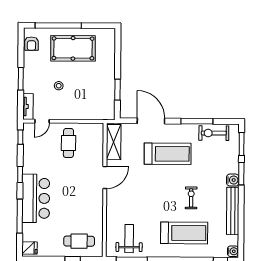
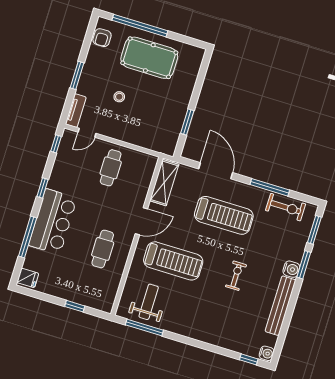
exercise bike: (214, 133) -> (286, 207), turned 180
treadmill: (184, 233) -> (173, 261), moved
cafe table: (79, 241) -> (103, 249), moved, turned 90

